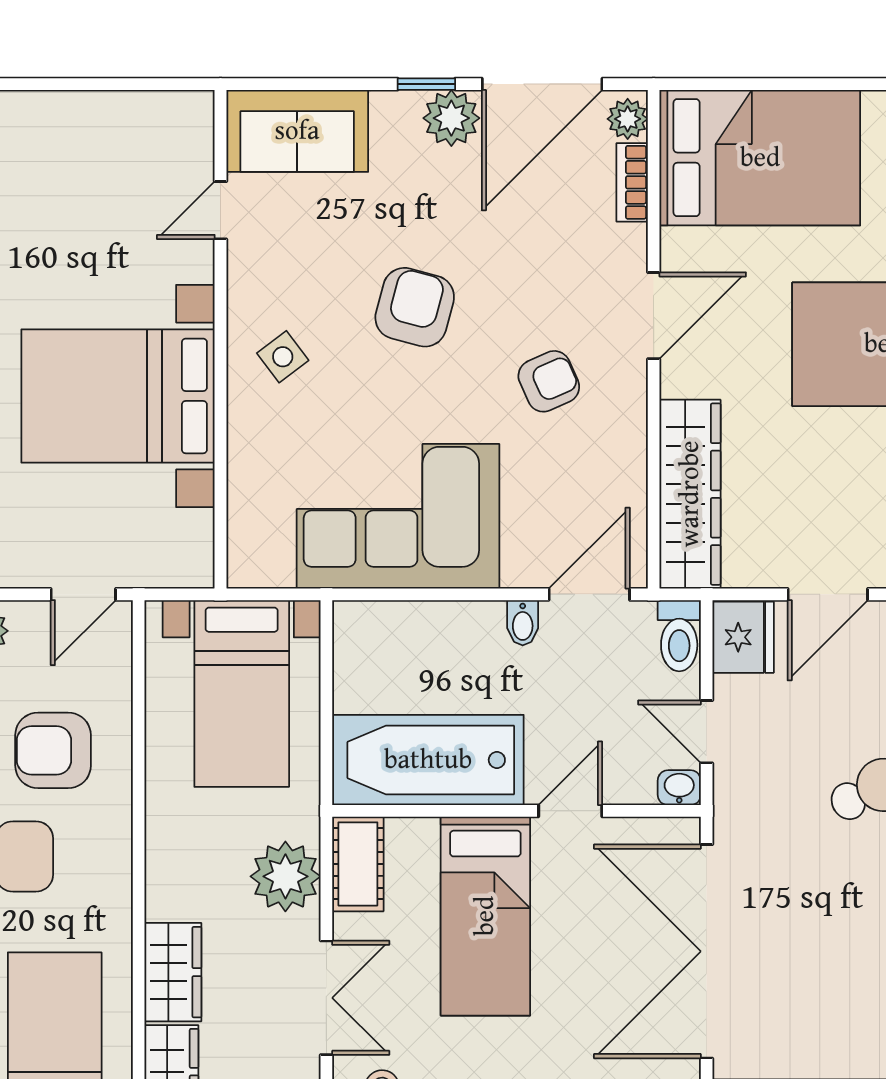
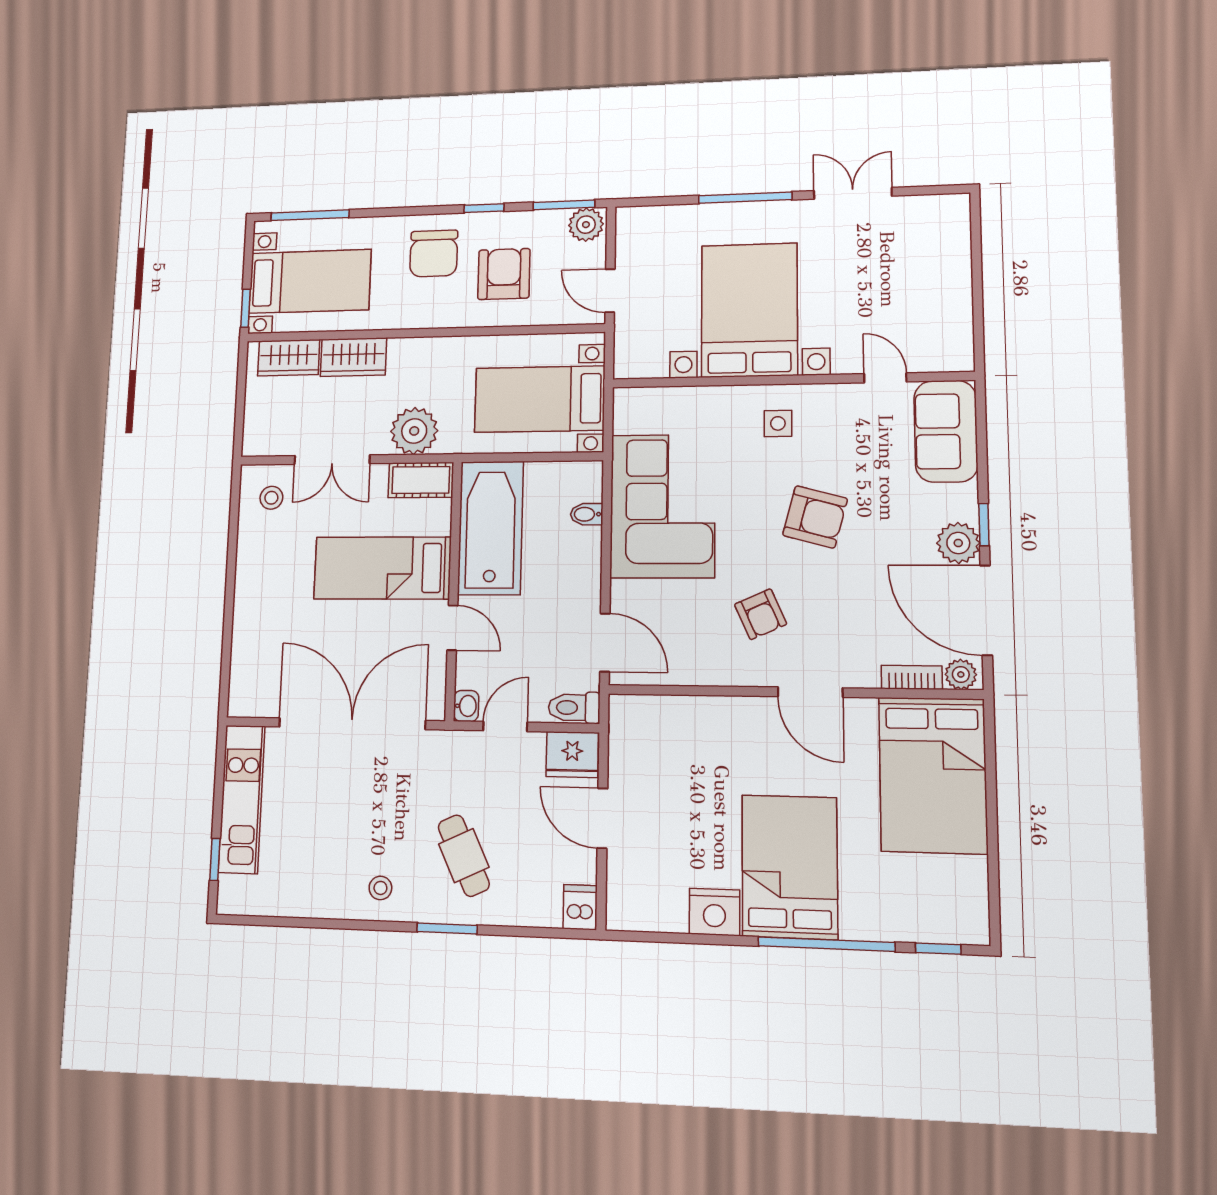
side table: (283, 357) -> (778, 423), turned 37
wardrobe: (690, 494) -> (677, 717), removed
bidet: (523, 623) -> (587, 514), moved

